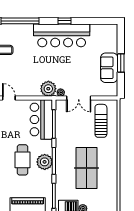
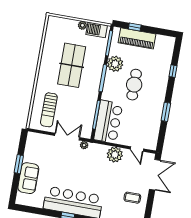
sofa: (109, 68) -> (28, 178), moved
plant: (48, 89) -> (115, 155), moved
plant: (45, 162) -> (115, 64), moved

